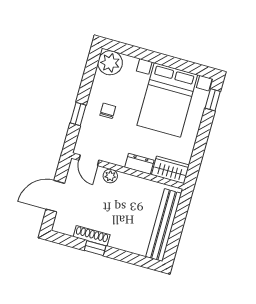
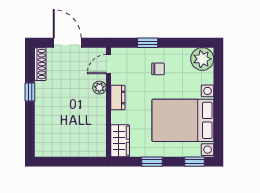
window: (201, 143) -> (152, 162), added
dresser: (139, 164) -> (118, 97), moved
bench: (164, 225) -> (68, 148), removed
shoe rack: (92, 236) -> (40, 64), moved

